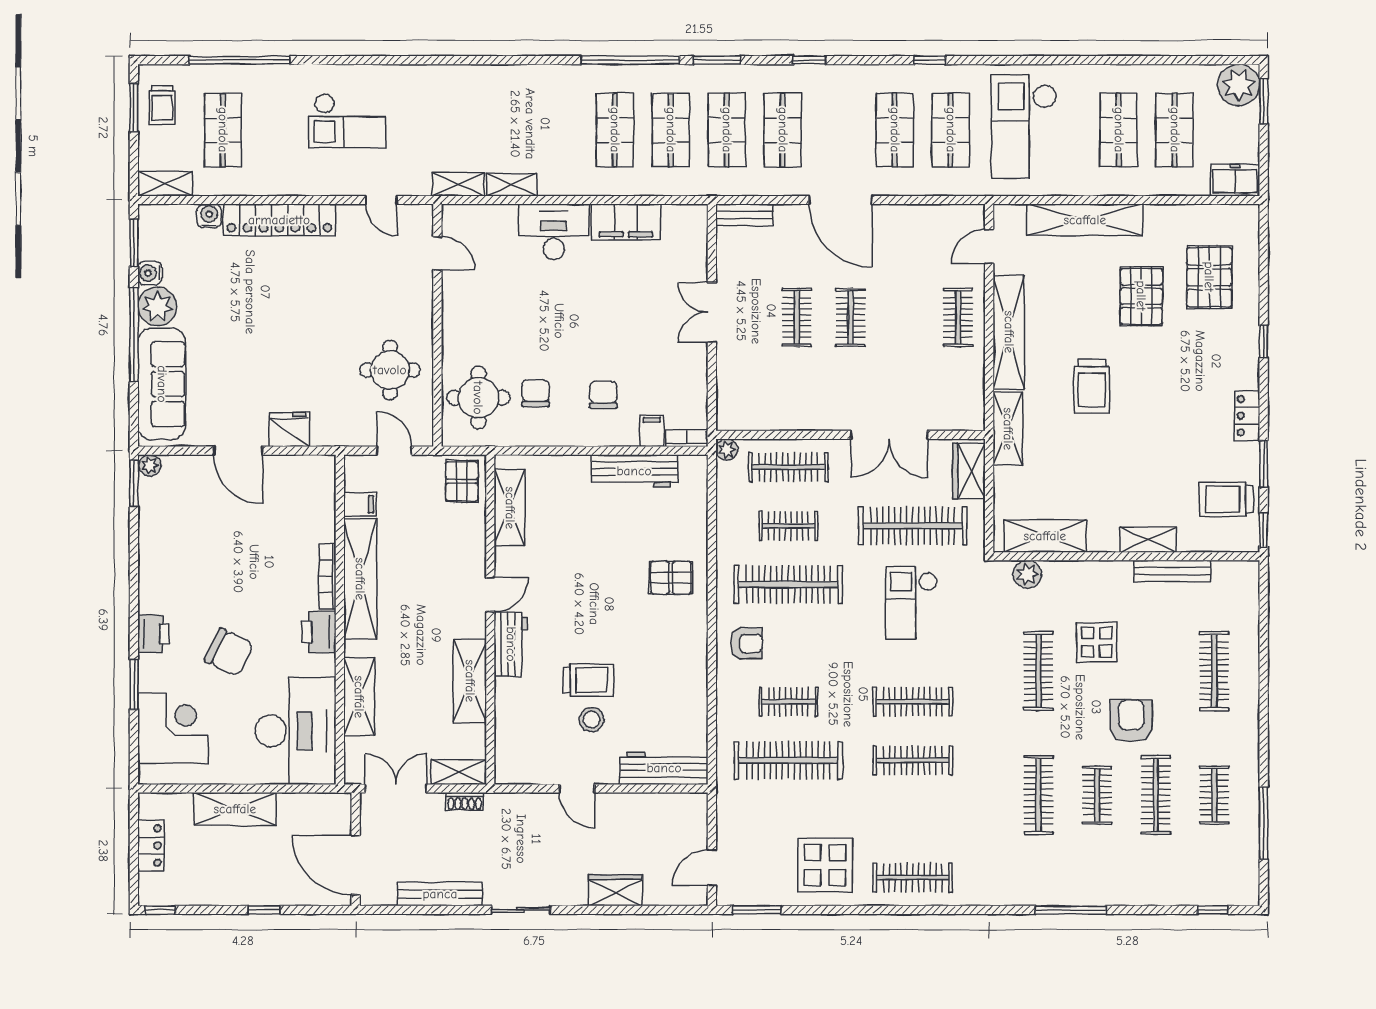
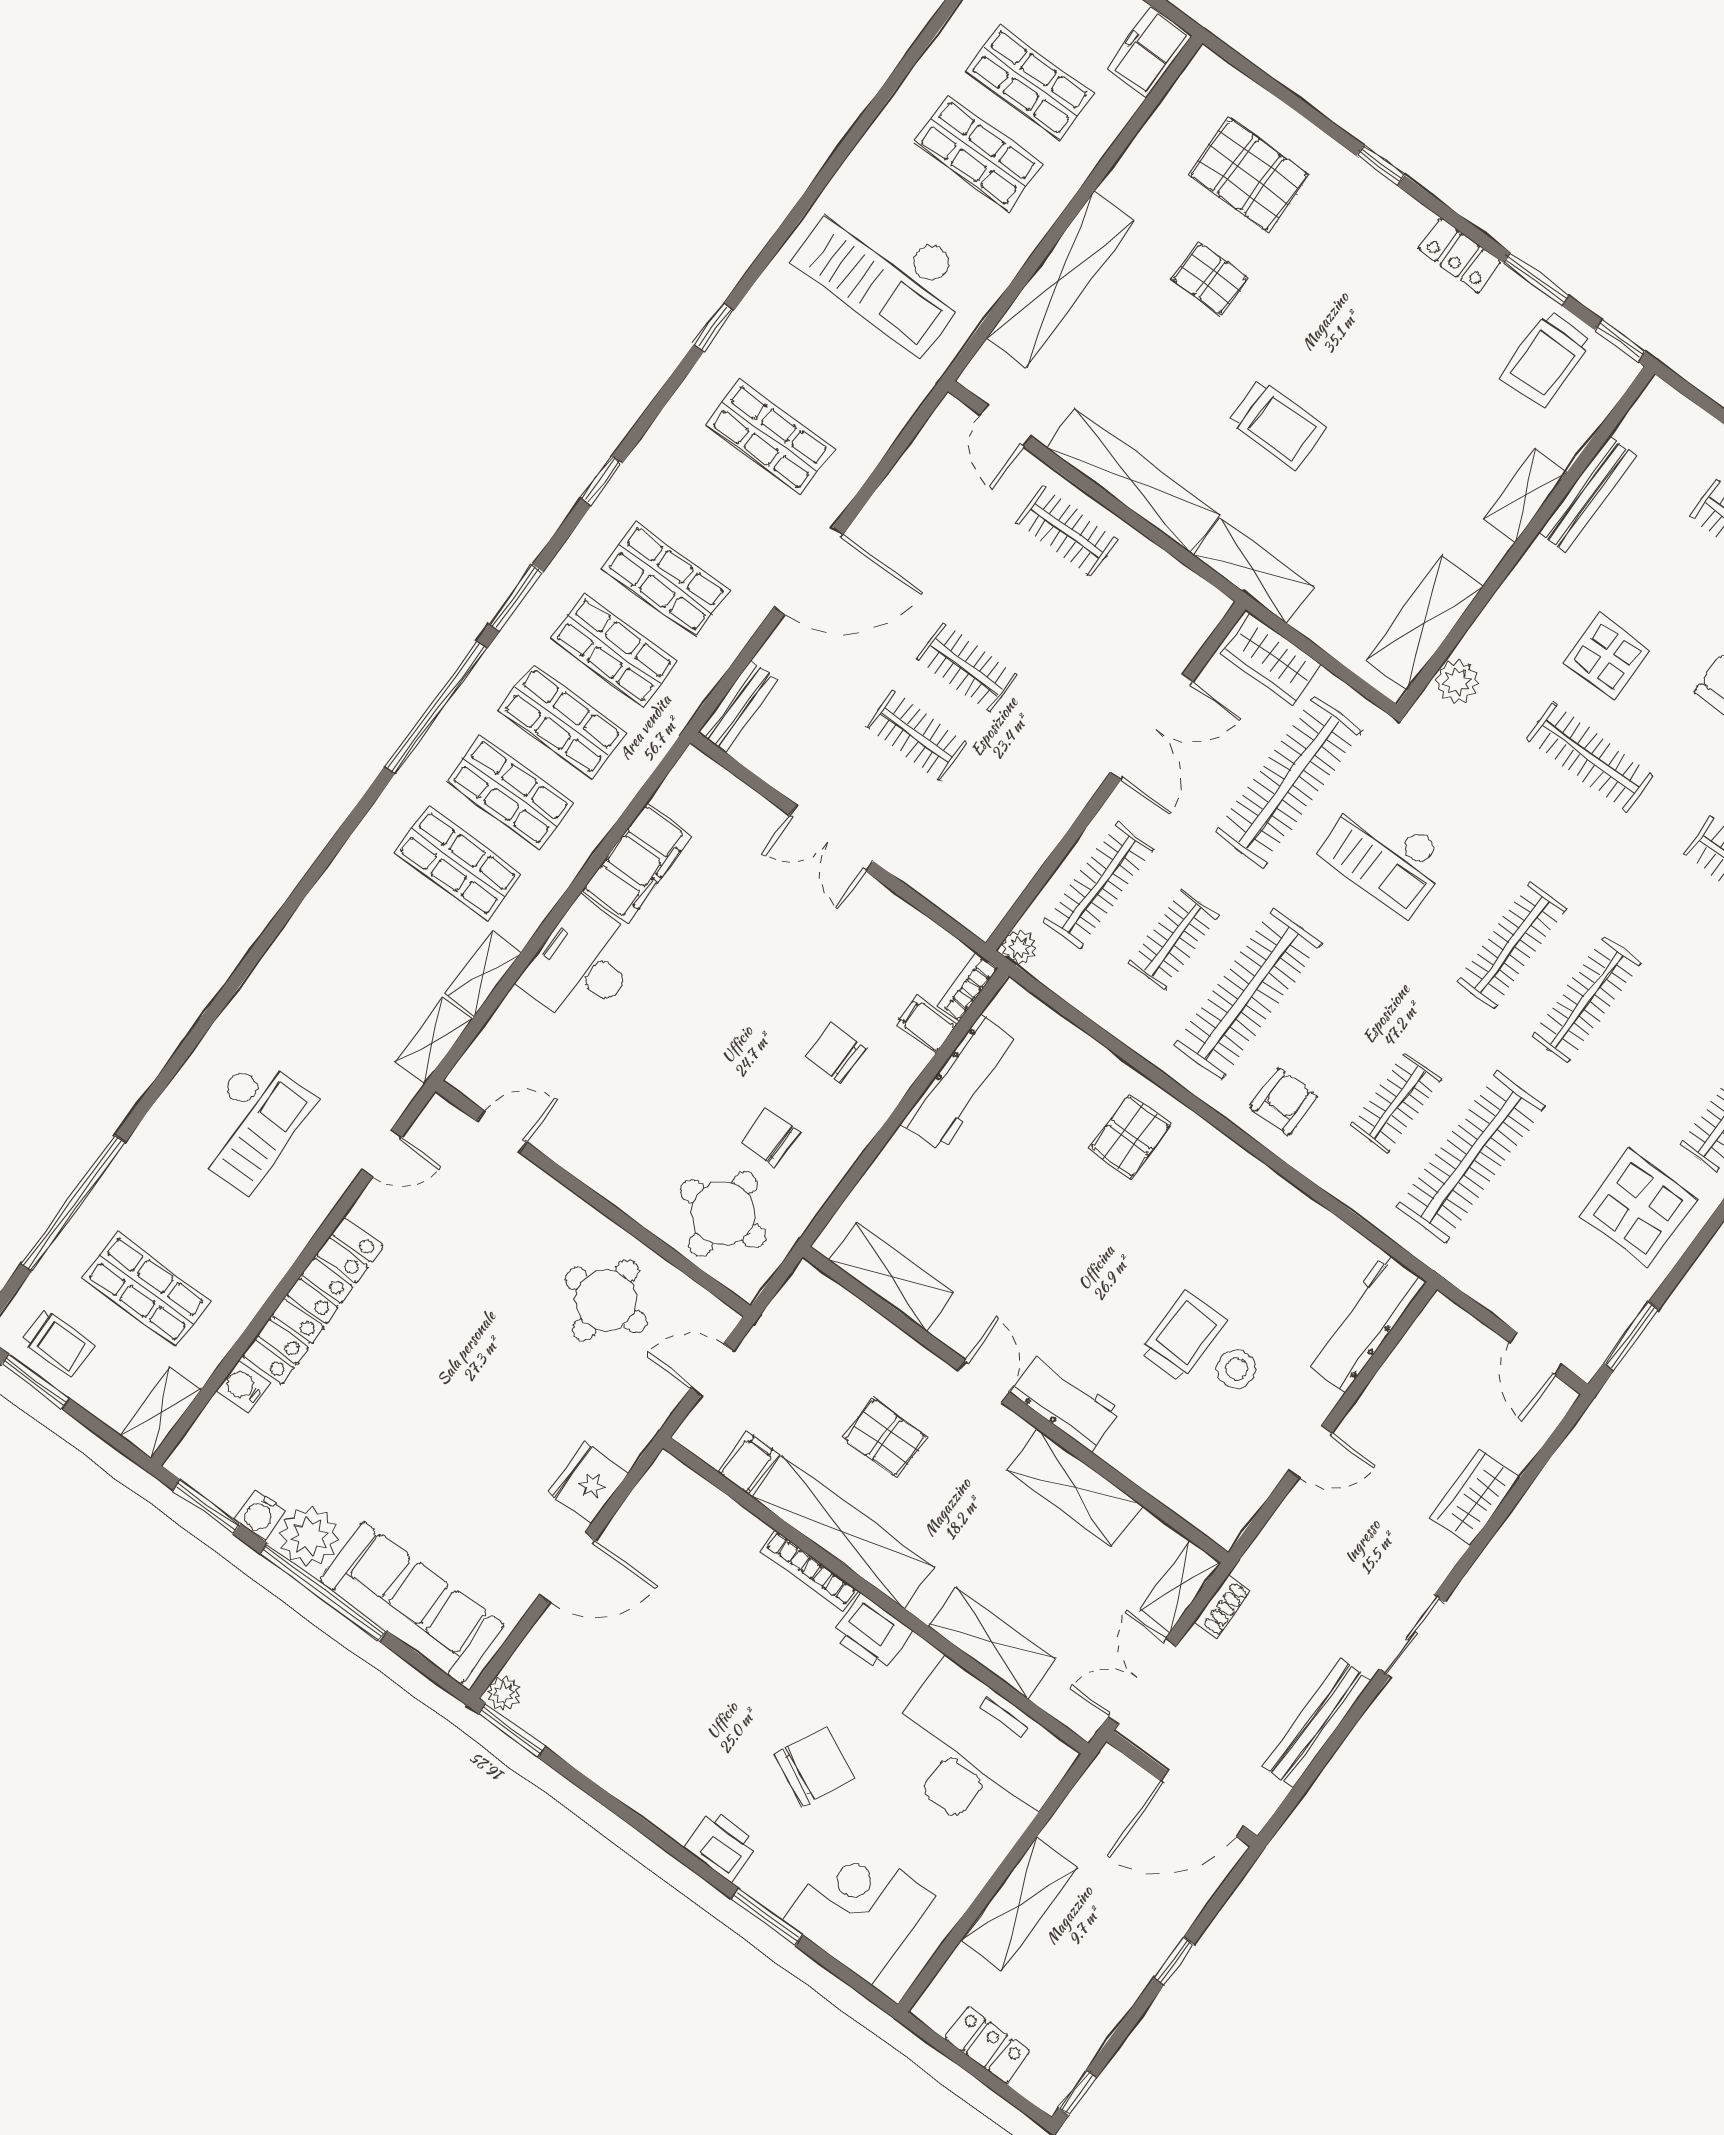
shop shelf: (951, 130) -> (458, 863), moved
pallet: (1141, 296) -> (1210, 279), width x0.67, depth x0.71
pallet: (462, 481) -> (885, 1437), moved

